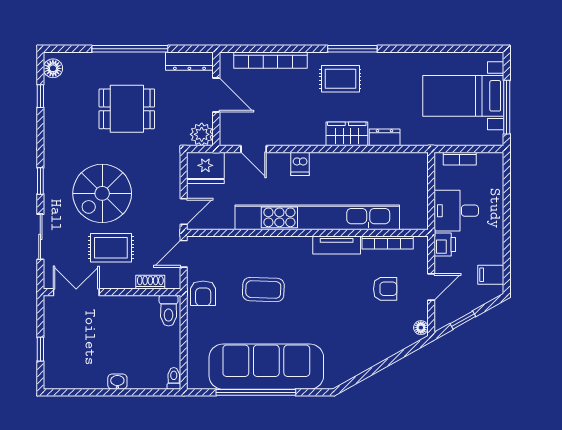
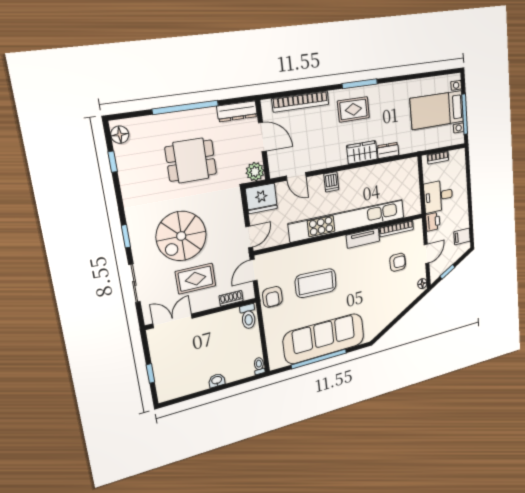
coffee table: (263, 290) -> (316, 283), width x1.36, depth x1.32

